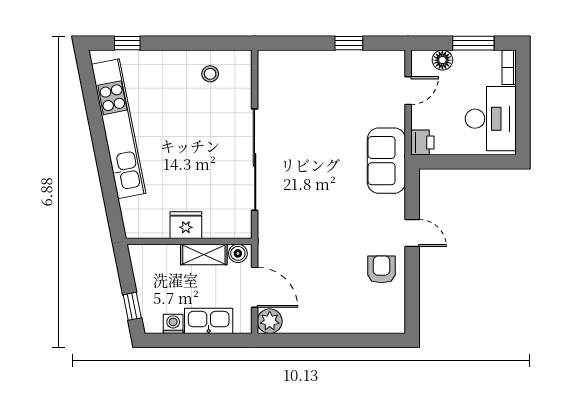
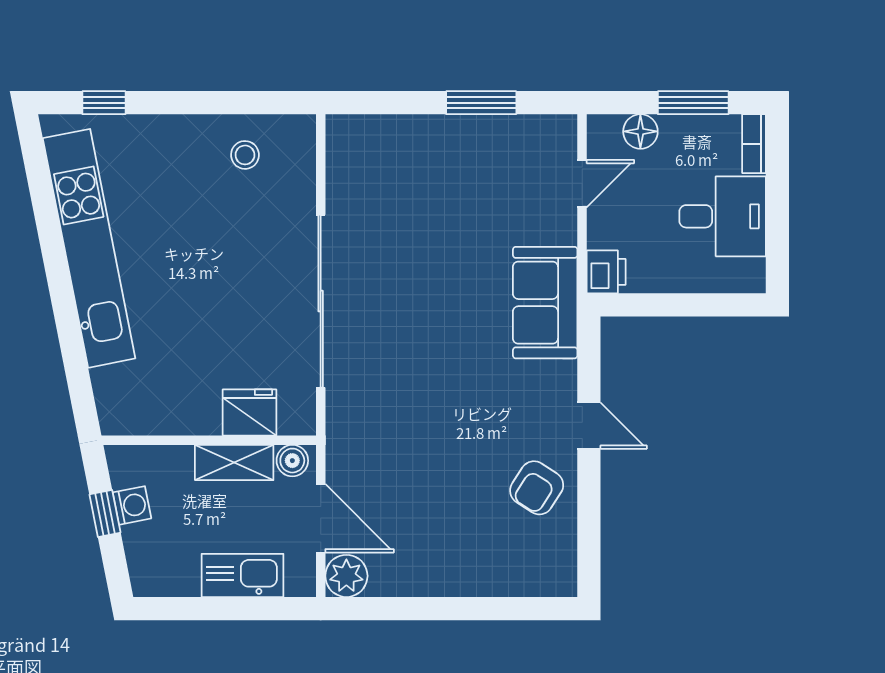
window: (349, 43) -> (481, 103), width x1.50
desk: (491, 119) -> (723, 216), width x0.73
fridge: (186, 225) -> (249, 412), moved
armchair: (381, 269) -> (537, 488), turned -147
window: (132, 306) -> (105, 513), moved
washing machine: (173, 324) -> (132, 505), moved, turned 79

